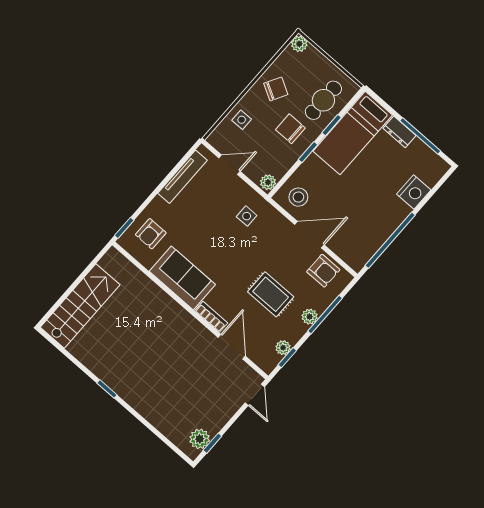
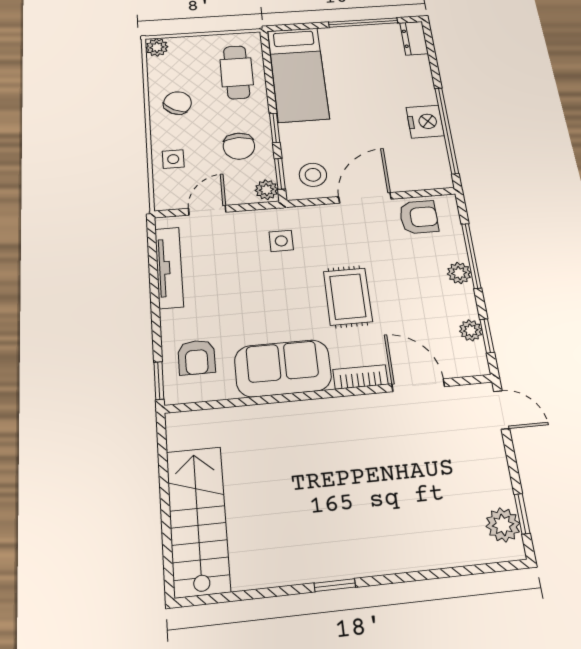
window: (332, 125) -> (280, 174), moved
chair: (290, 129) -> (239, 146), moved, turned -90
dresser: (399, 132) -> (414, 38), moved, turned 90
nightstand: (414, 192) -> (425, 122), moved
rug: (271, 294) -> (348, 297), moved, turned 90

